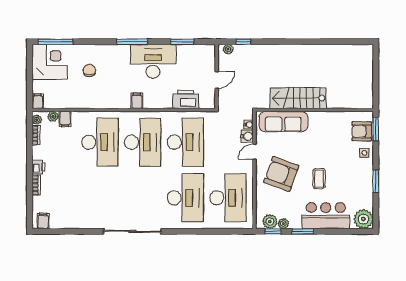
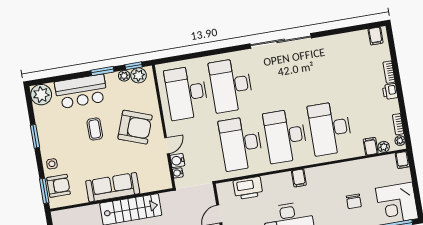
sofa: (283, 122) -> (113, 187), moved

